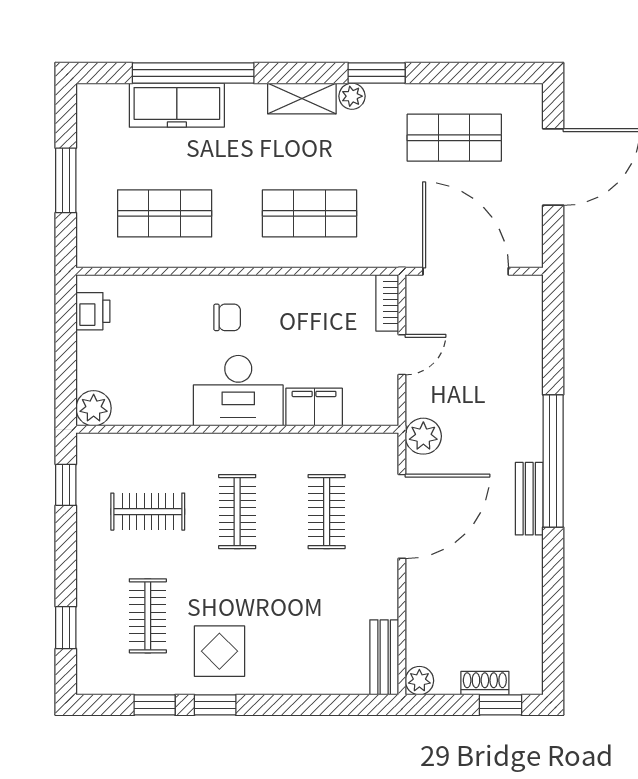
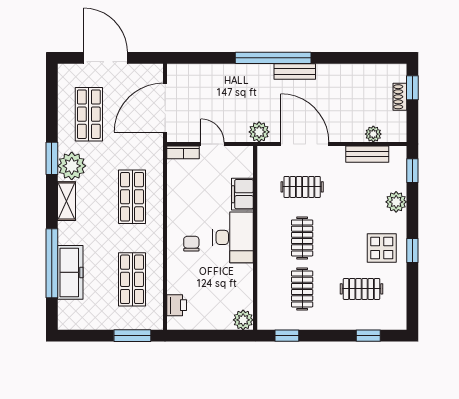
plant: (352, 96) -> (72, 166), width x1.87, depth x1.87
window: (66, 180) -> (132, 336), moved
printer: (93, 311) -> (177, 305), moved, turned 90
clothes rail: (237, 512) -> (302, 238), turned 90
bench: (384, 657) -> (367, 154), moved
plant: (300, 676) -> (396, 202), added
plant: (419, 681) -> (373, 134), moved
window: (155, 705) -> (412, 171), moved

